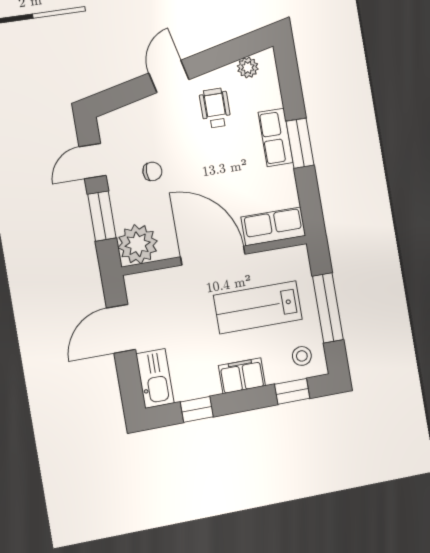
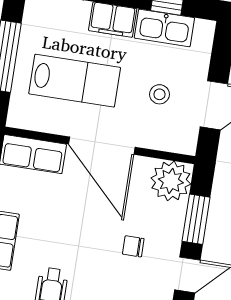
stool: (302, 356) -> (159, 94), moved
kitchen sink: (155, 378) -> (164, 28), moved, turned -90

